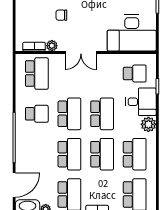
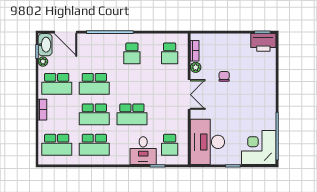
double door: (81, 52) -> (189, 95), swing flipped
school desk: (37, 74) -> (170, 53), width x0.54
school desk: (69, 114) -> (132, 84), removed
plant: (148, 124) -> (122, 158), removed

